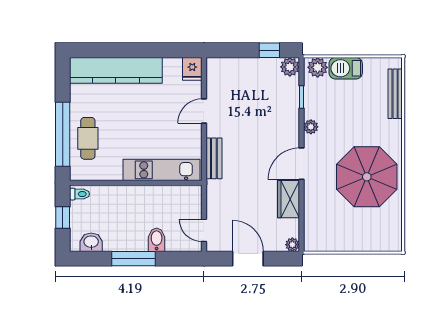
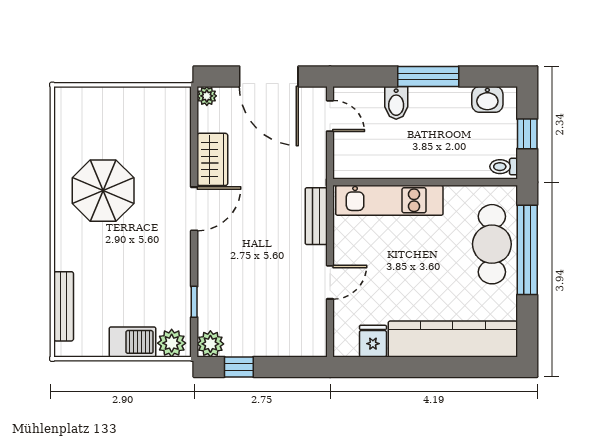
fridge: (192, 69) -> (373, 341), moved
plant: (311, 127) -> (181, 260), removed
cafe table: (88, 138) -> (492, 244), width x1.37, depth x1.35
parasol: (367, 177) -> (103, 191), width x0.73, depth x0.73
door: (248, 259) -> (269, 76), width x1.36

